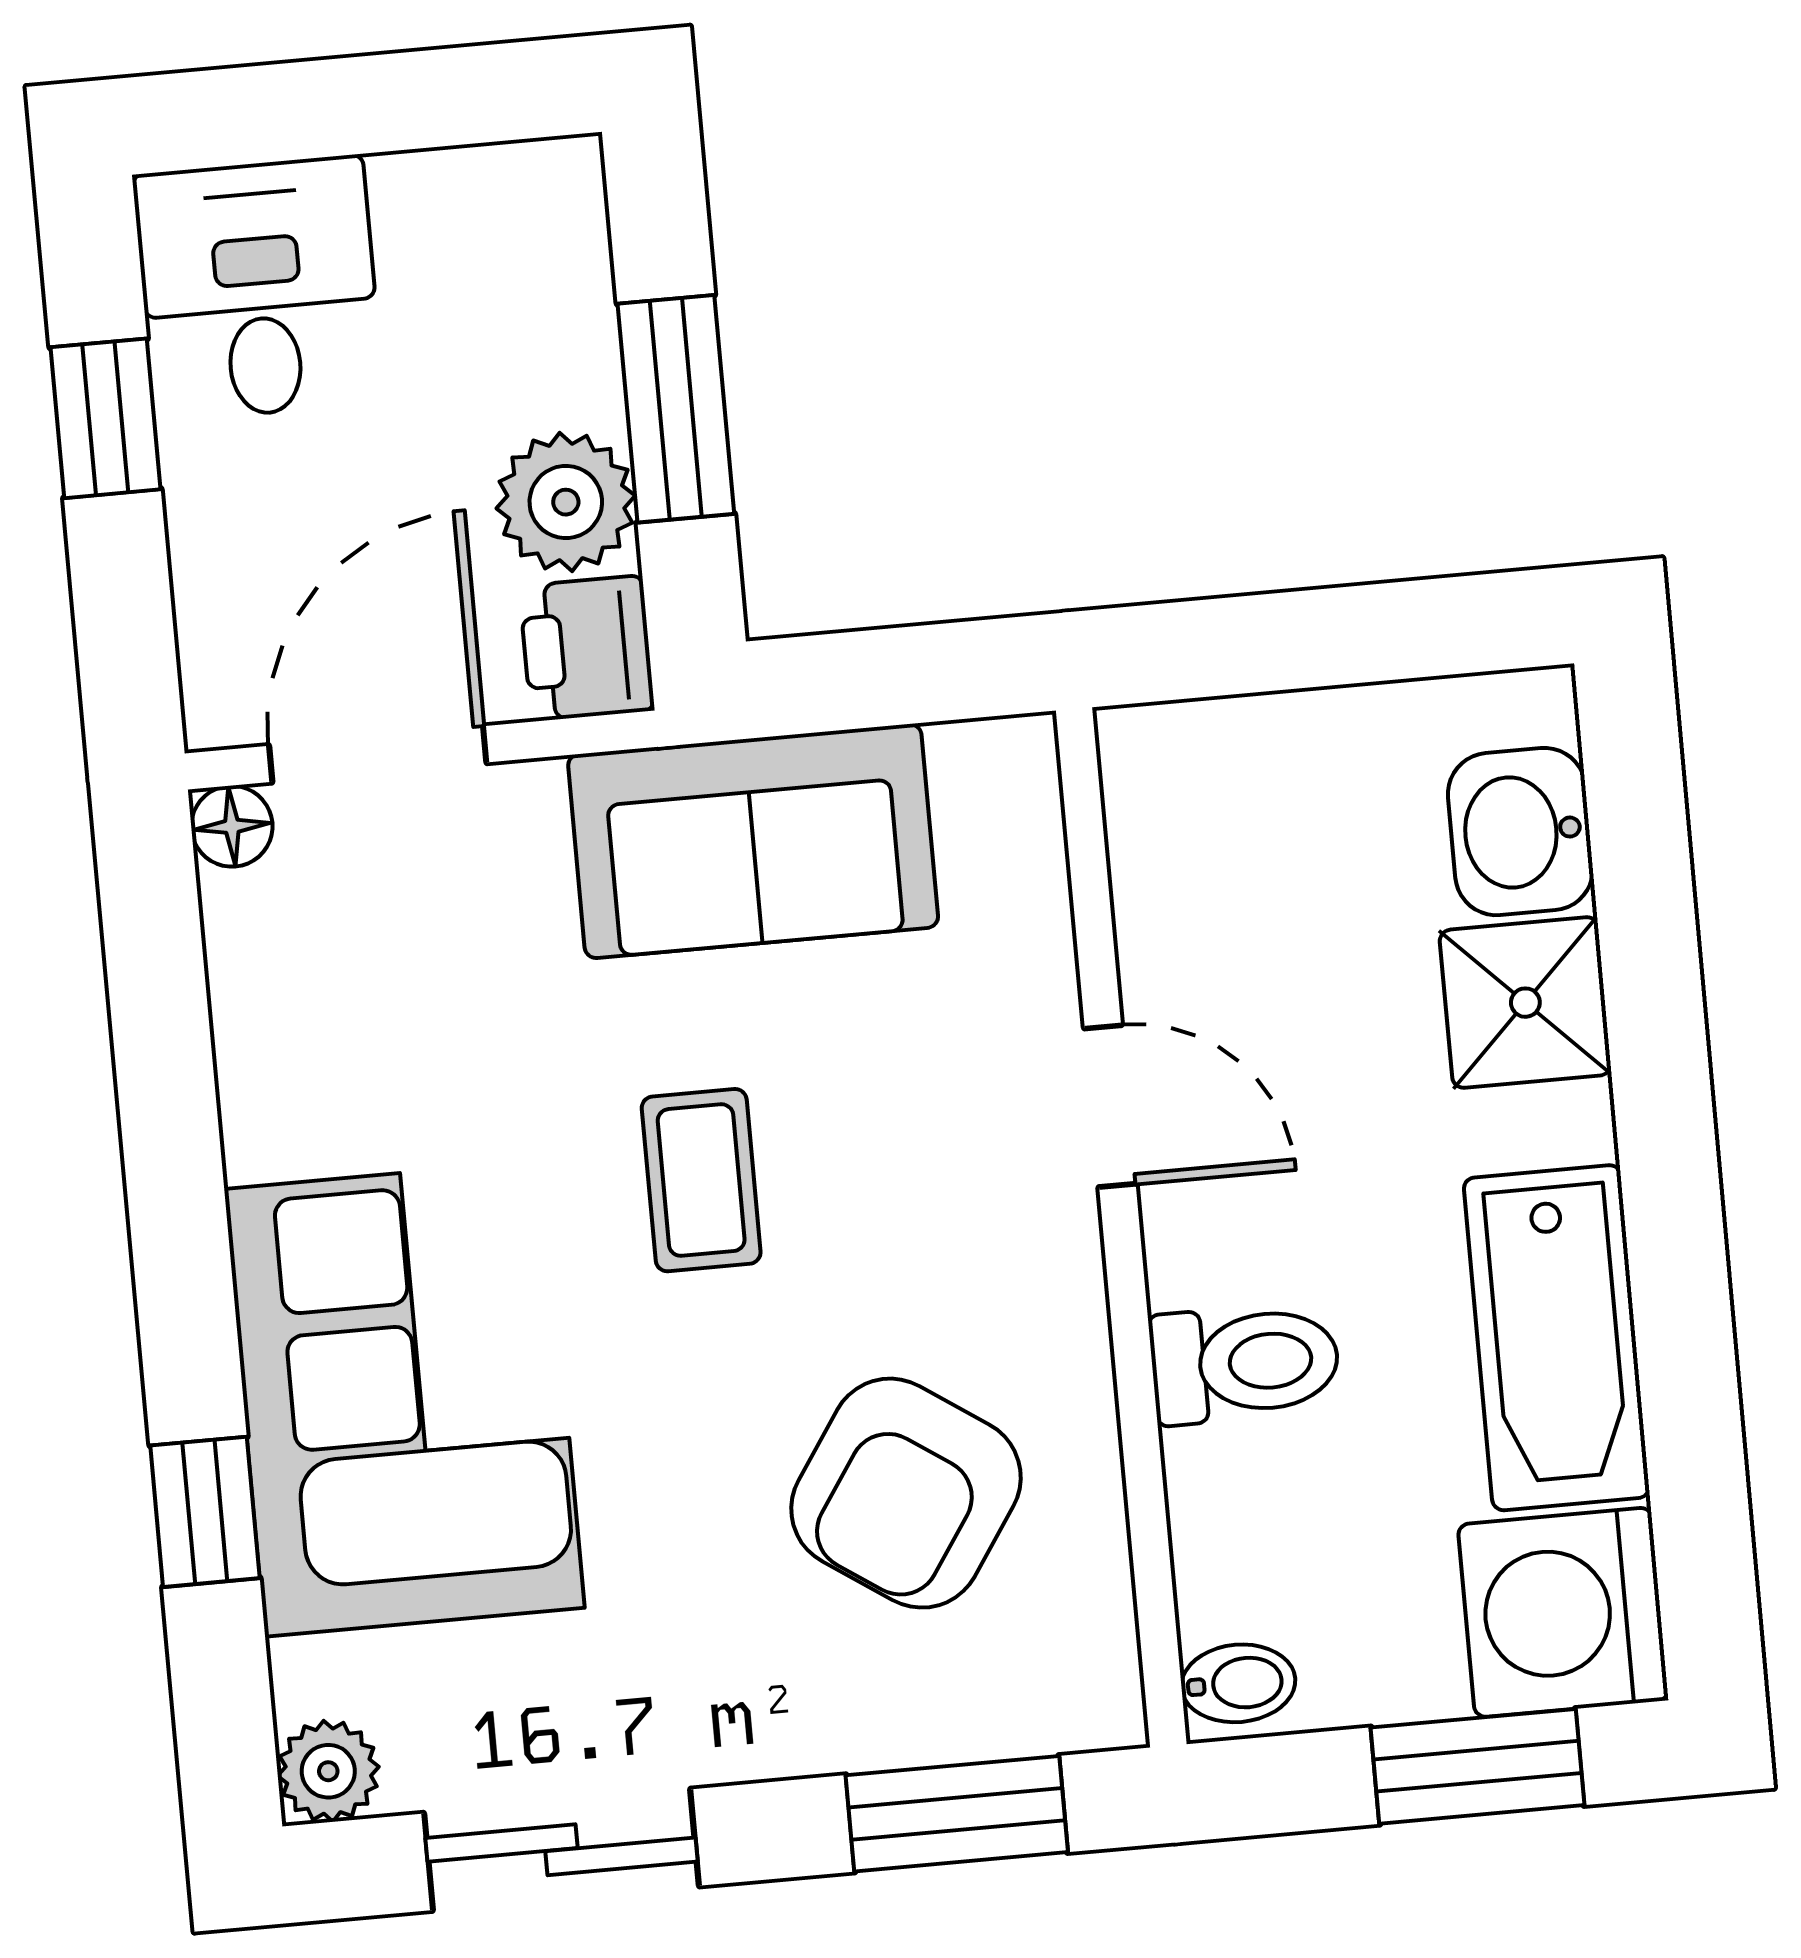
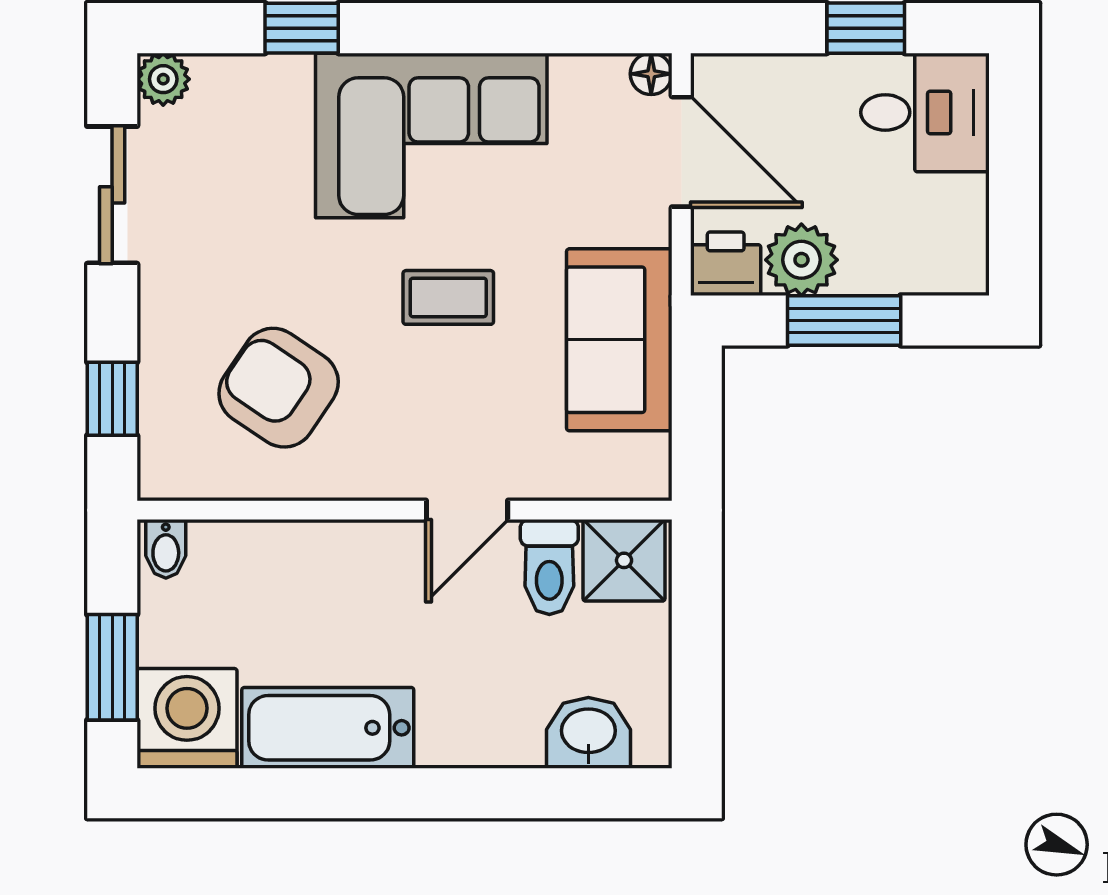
shower: (1525, 1003) -> (624, 560), moved
toilet: (1245, 1363) -> (549, 567), moved
corner sofa: (404, 1398) -> (431, 135), moved
window: (957, 1814) -> (112, 399), width x0.67

